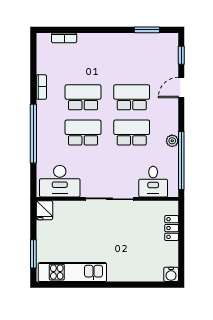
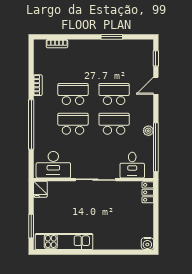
window: (147, 30) -> (112, 37), moved
locker: (172, 228) -> (148, 192), moved

